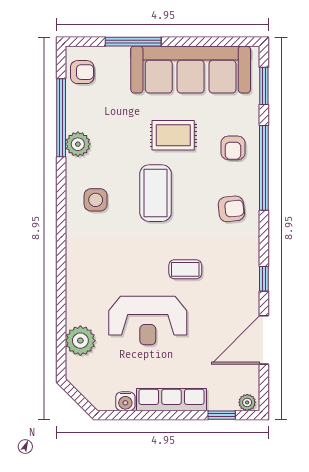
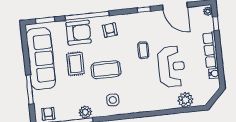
armchair: (233, 148) -> (79, 33), width x1.88, depth x1.88

